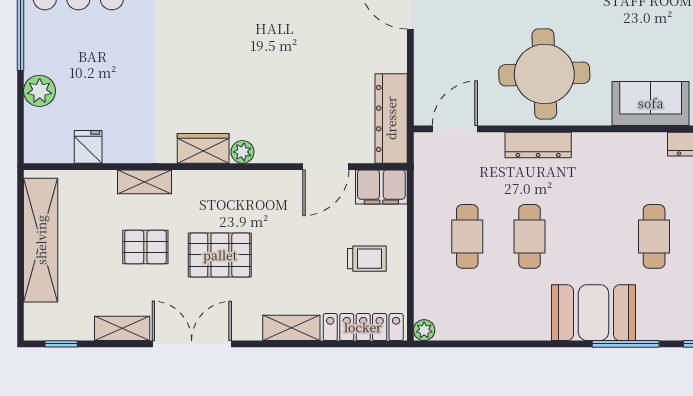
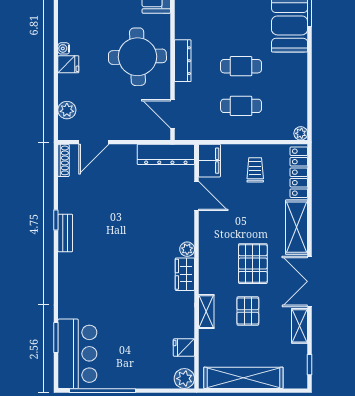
plant: (40, 91) -> (184, 379), moved
shelving: (291, 328) -> (297, 227), width x1.50, depth x1.33

